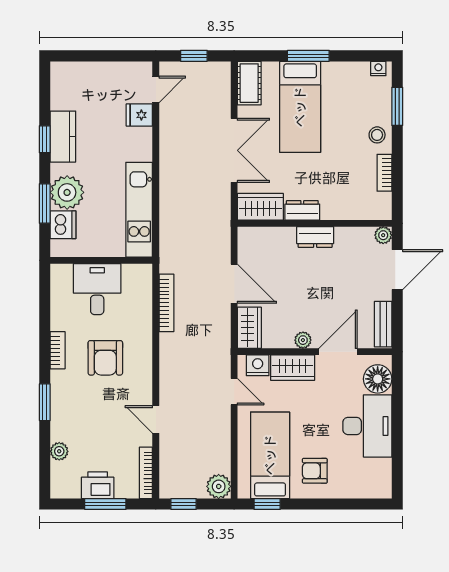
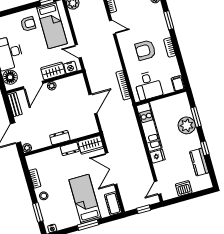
fridge: (139, 115) -> (157, 156), moved
kitchen counter: (63, 137) -> (199, 162), moved
dishwasher: (63, 225) -> (184, 188), moved, turned 90
filing cabinet: (61, 277) -> (178, 83), added
door: (234, 284) -> (93, 104), swing flipped
desk: (97, 289) -> (148, 85), moved
wardrobe: (249, 328) -> (80, 85), removed
armchair: (105, 358) -> (145, 50), turned -90

